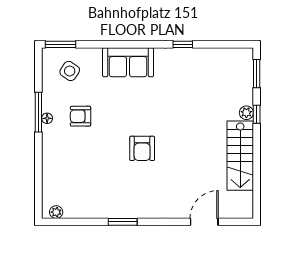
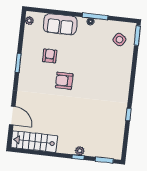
sofa: (128, 62) -> (60, 24), moved, turned -90
armchair: (81, 116) -> (50, 56), moved
stairs: (240, 156) -> (34, 142), moved

